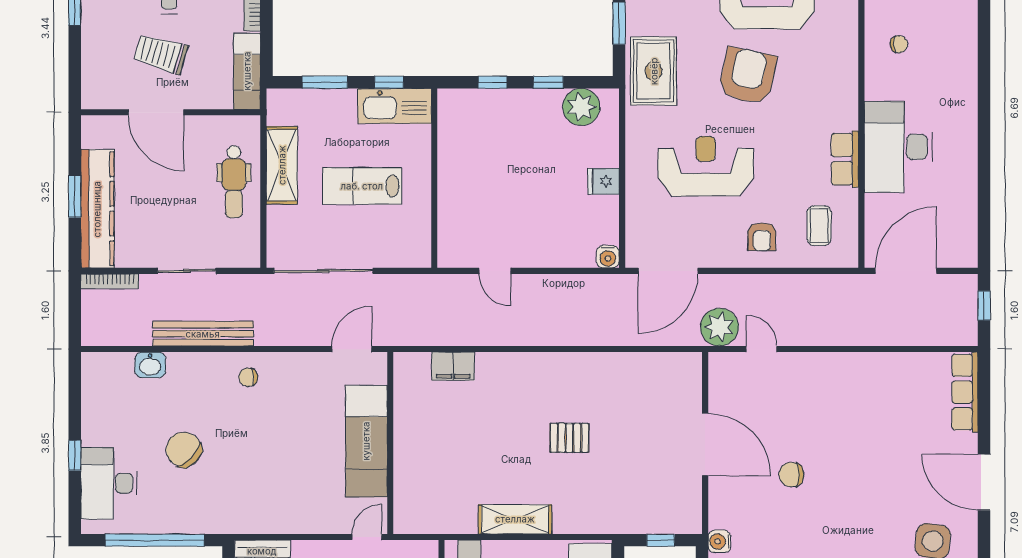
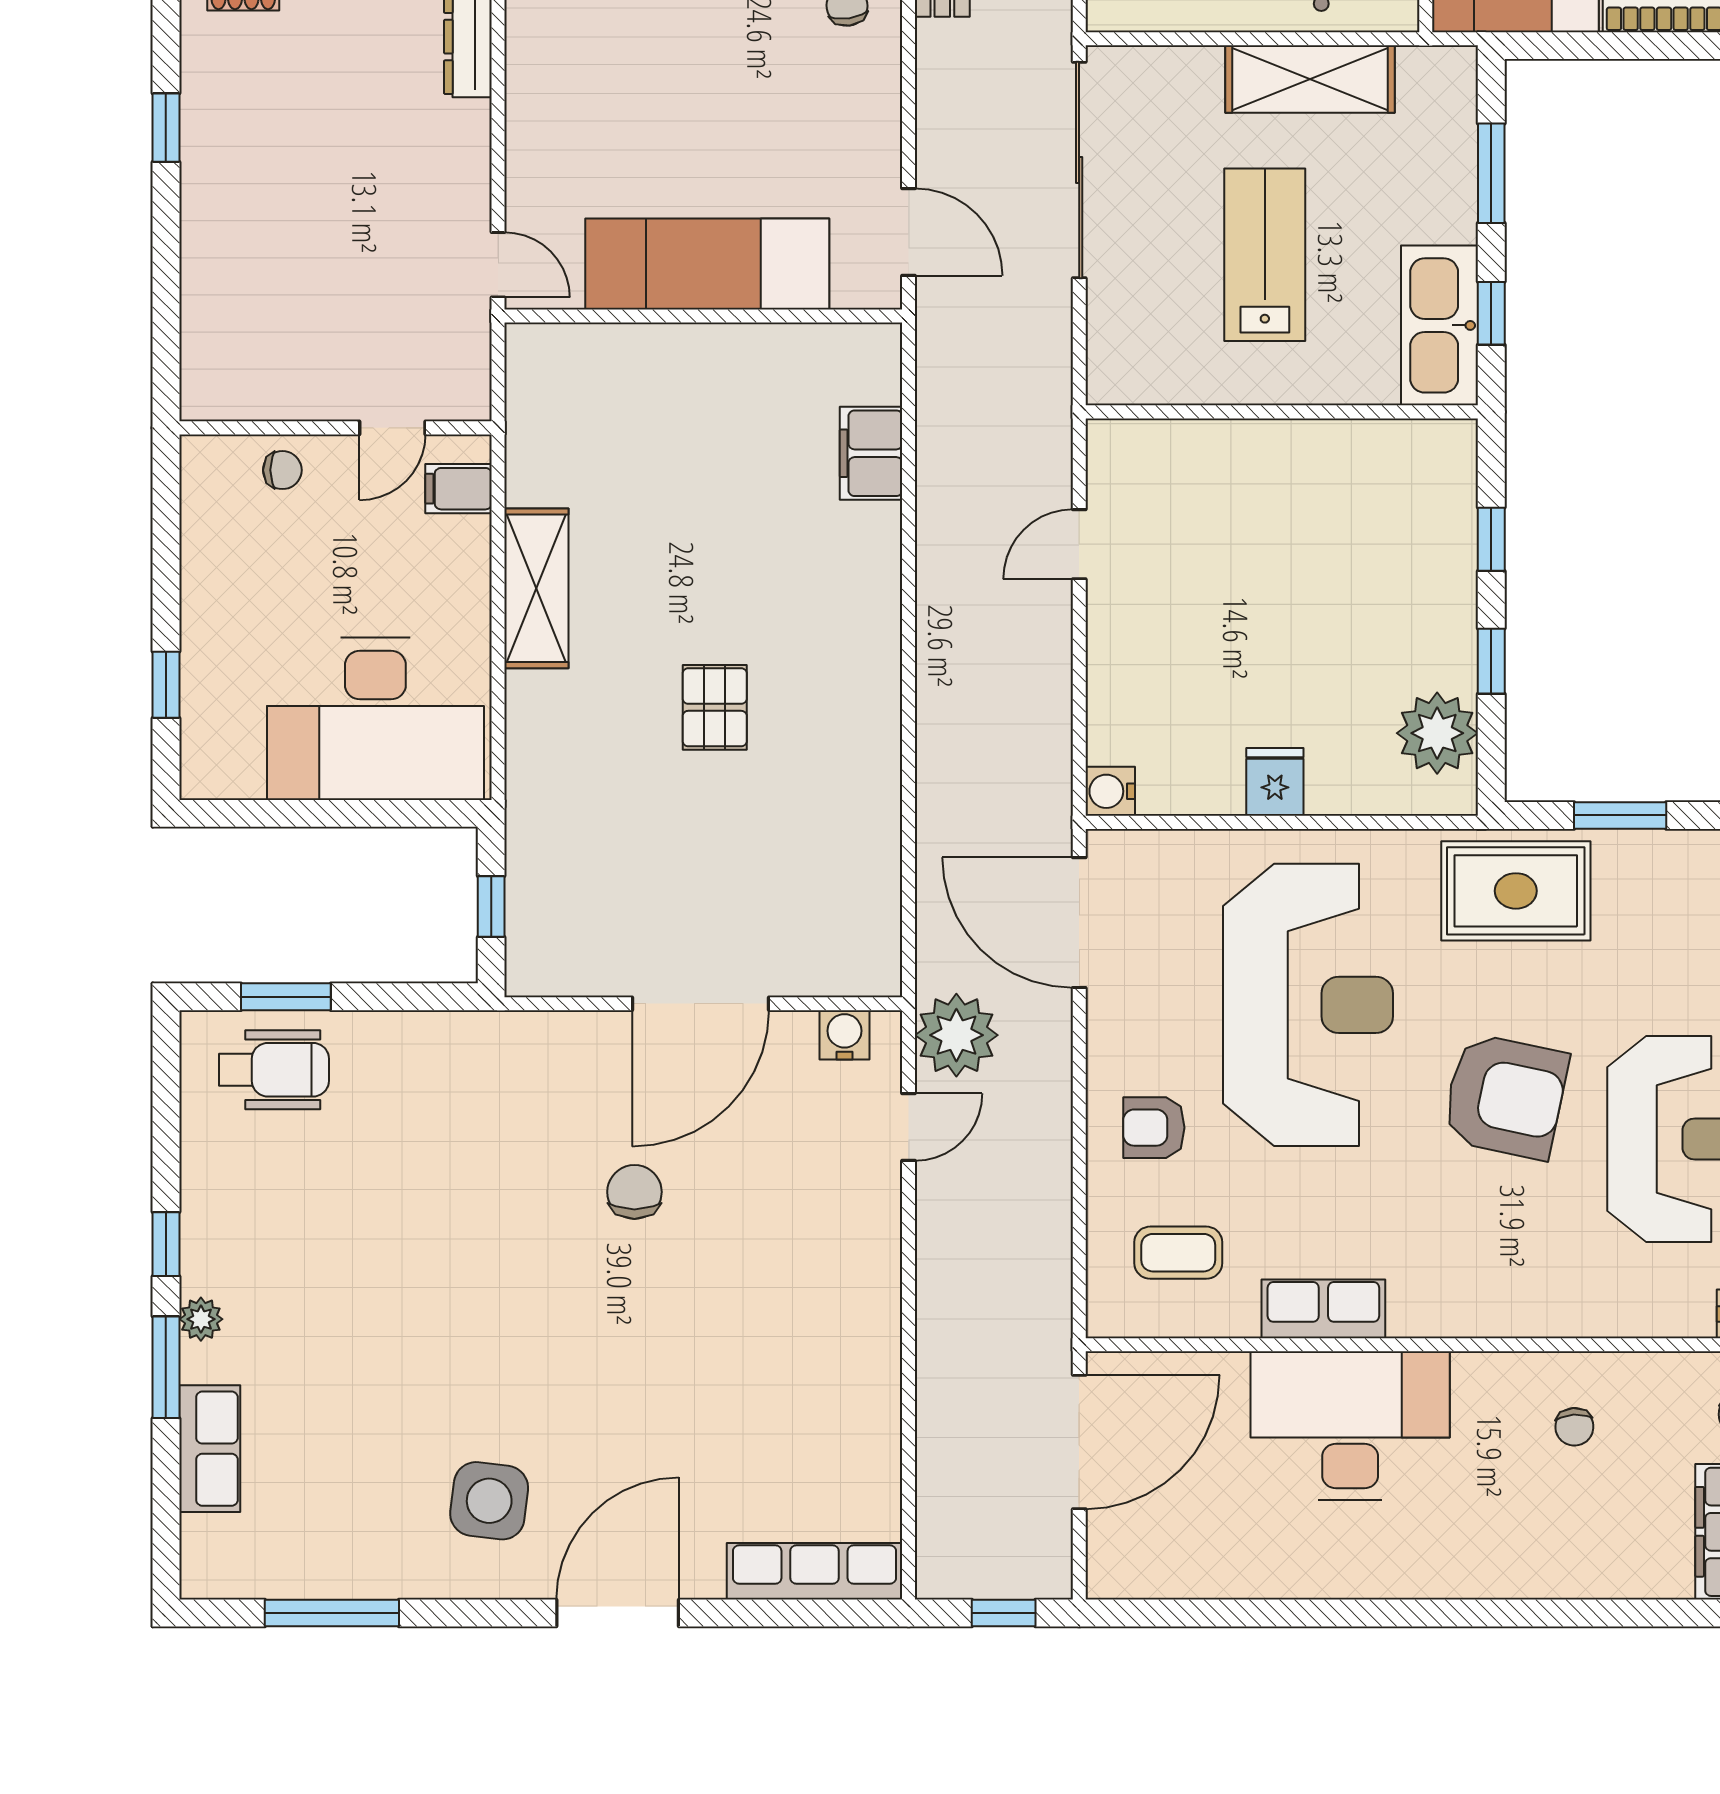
reception desk: (706, 166) -> (1308, 1005), width x1.36, depth x1.30
door: (906, 271) -> (1079, 1442), hinge flipped
water cooler: (719, 541) -> (844, 1035), moved

